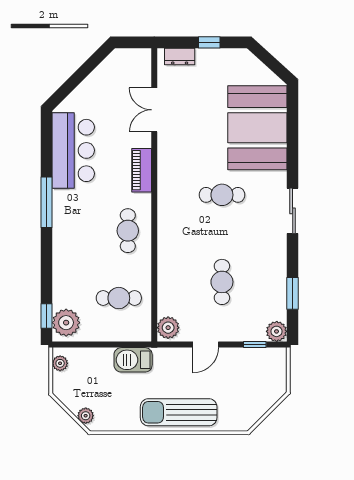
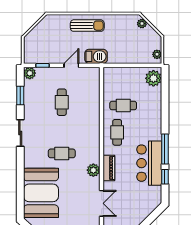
bar counter: (73, 150) -> (149, 163), moved
sliding door: (293, 211) -> (20, 133), moved
cafe table: (119, 298) -> (123, 106), moved
window: (47, 316) -> (165, 177), moved
plant: (168, 328) -> (93, 170), moved
barbecue: (133, 360) -> (96, 56), moved
sun lounger: (179, 412) -> (87, 26), width x0.73, depth x0.75

